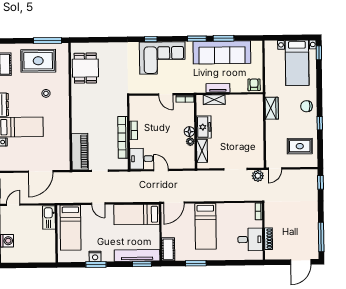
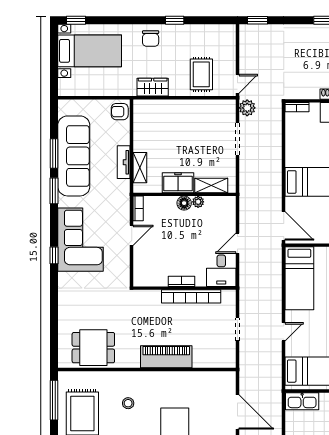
rug: (300, 146) -> (201, 74), moved
piano: (80, 152) -> (166, 357), moved
door: (275, 169) -> (237, 84), hinge flipped

